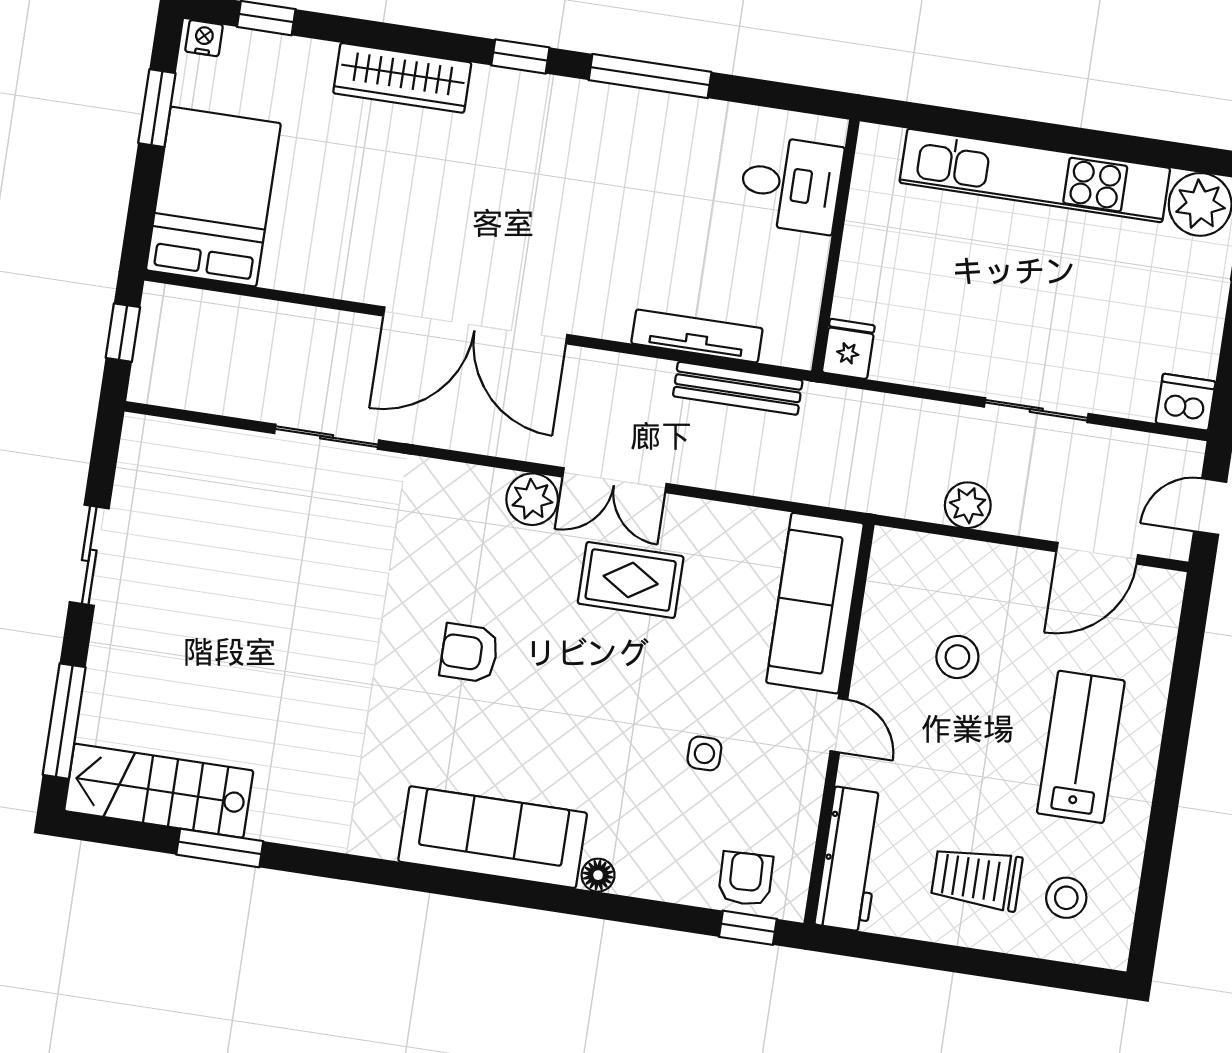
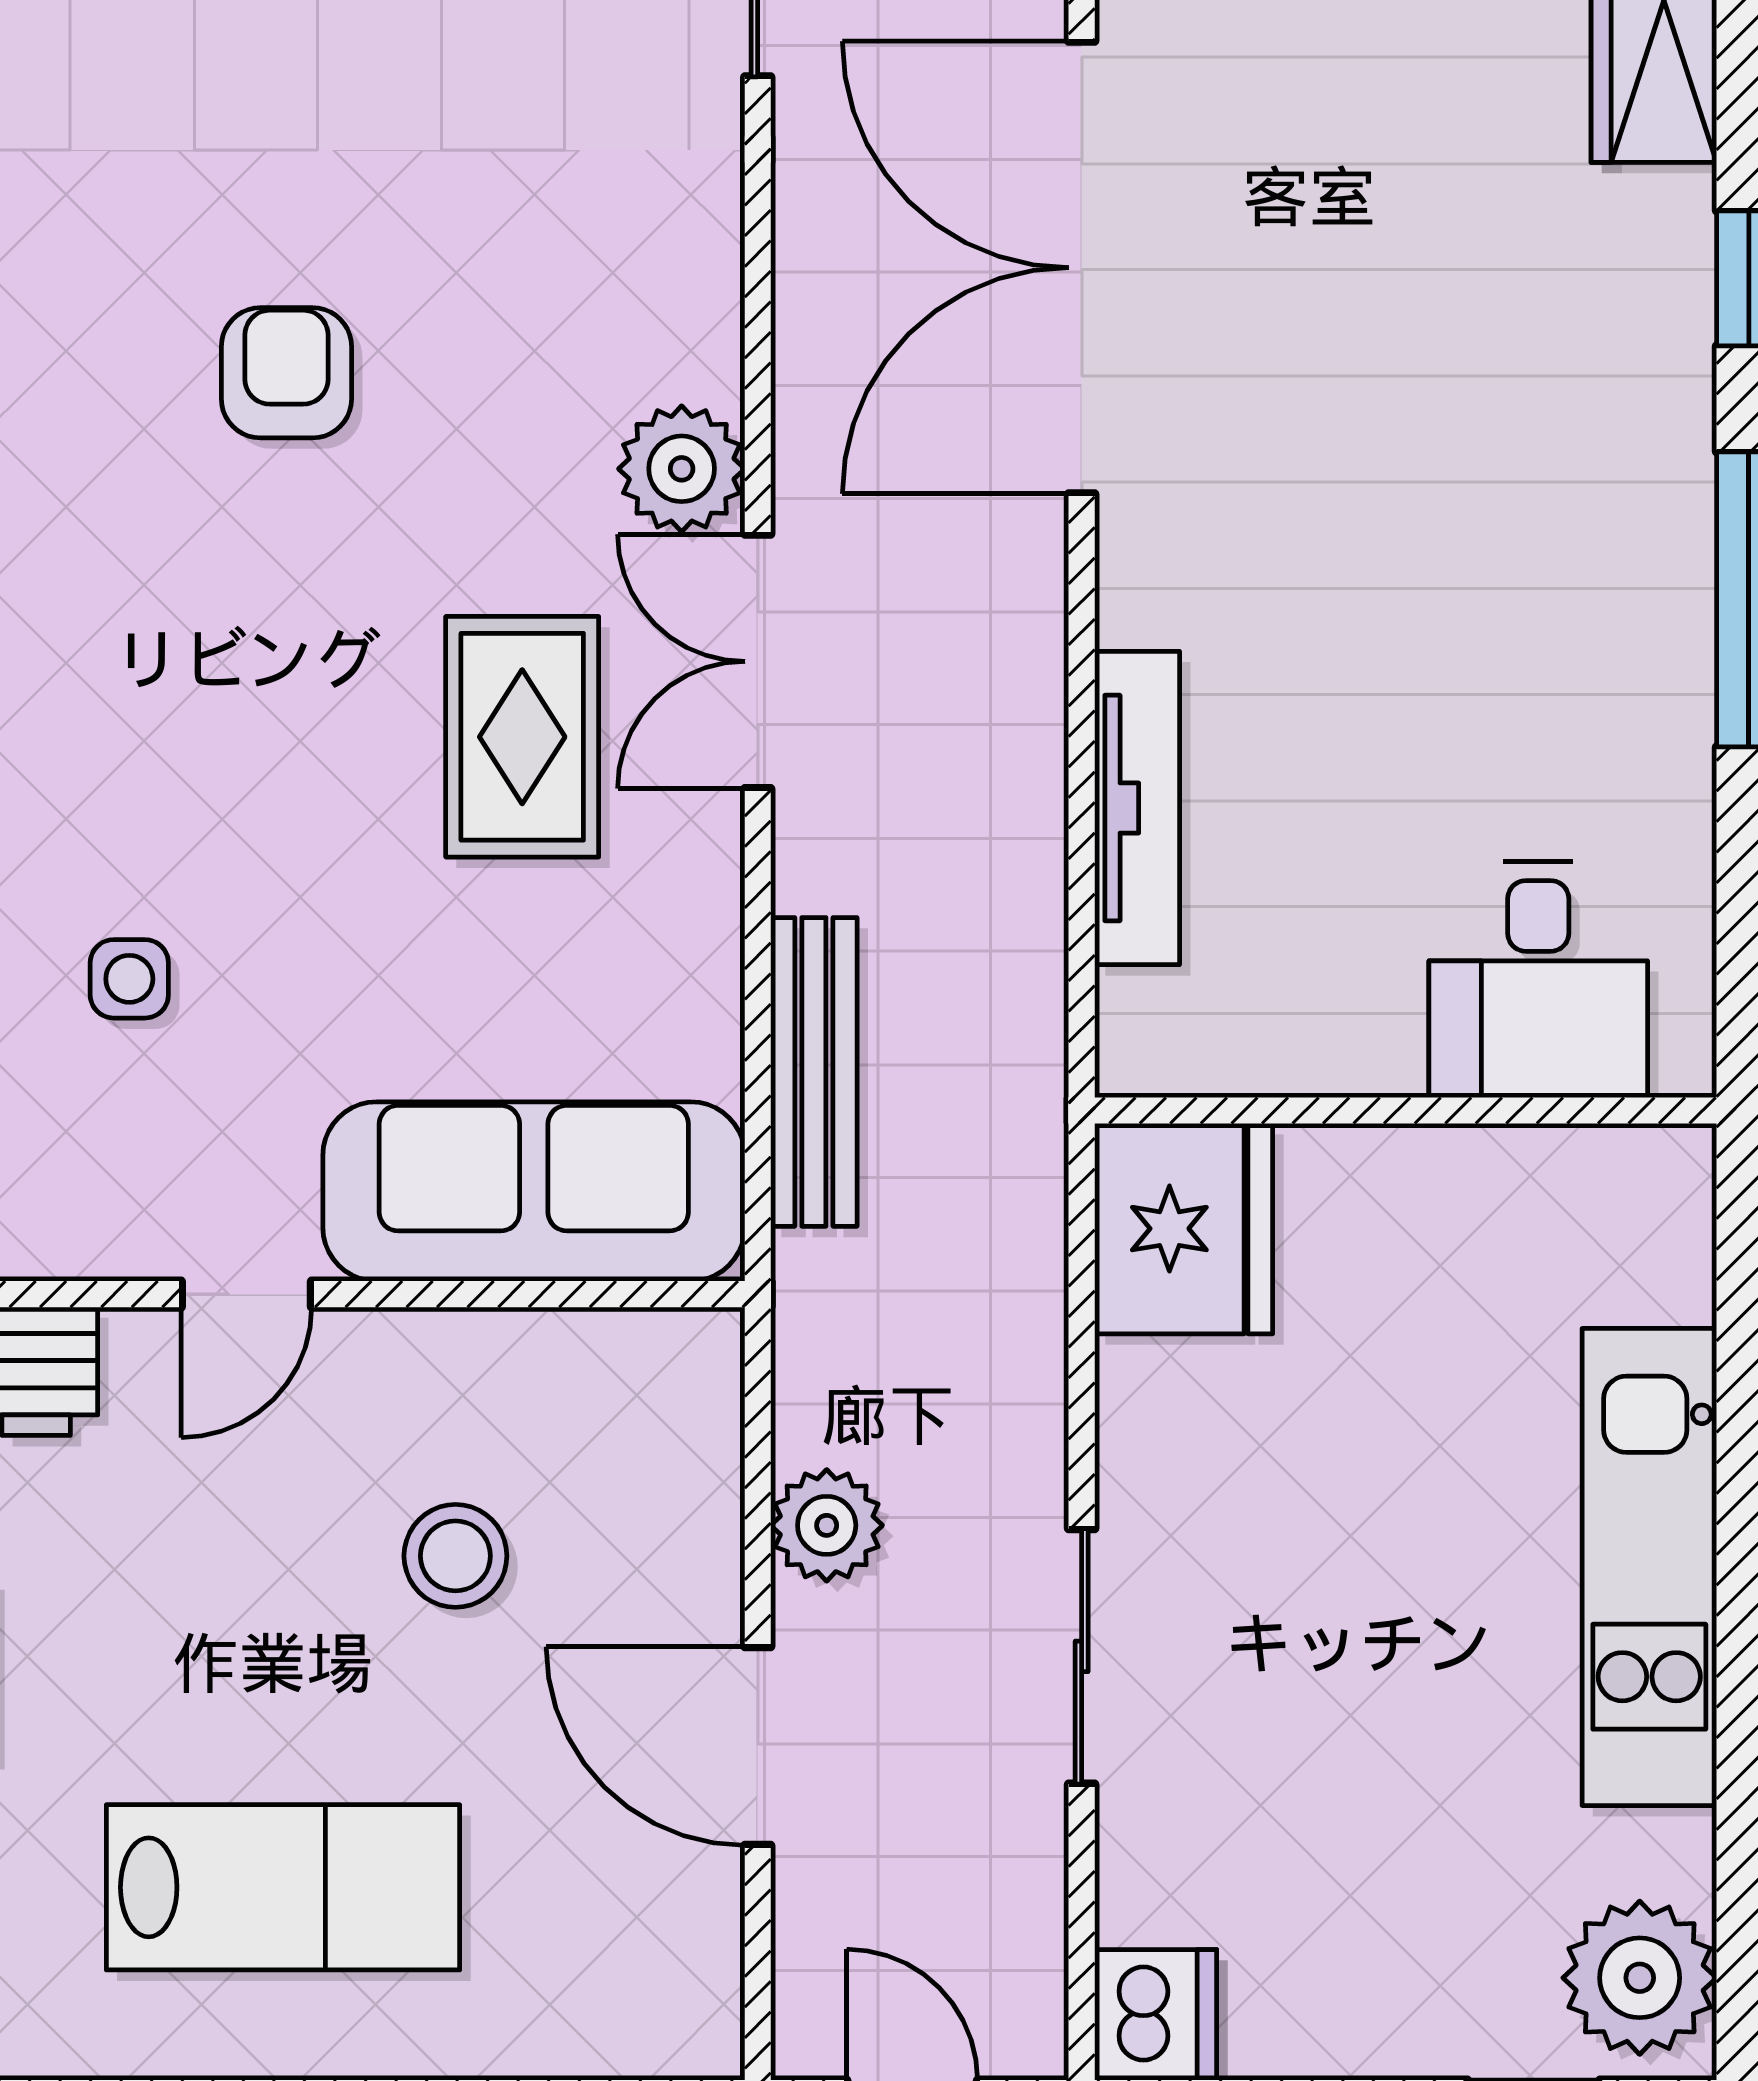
kitchen unit: (1035, 175) -> (1649, 1567), width x0.73
fridge: (848, 349) -> (1184, 1229), width x1.88, depth x1.34
bench: (738, 388) -> (814, 1072), moved
door: (1097, 553) -> (758, 1746), moved

